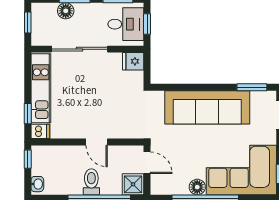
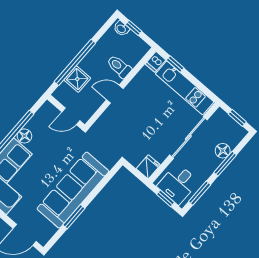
window: (252, 87) -> (74, 217), moved
window: (28, 159) -> (134, 28), moved
toilet: (91, 182) -> (119, 67), moved, turned 180
shower: (133, 184) -> (77, 79), moved

